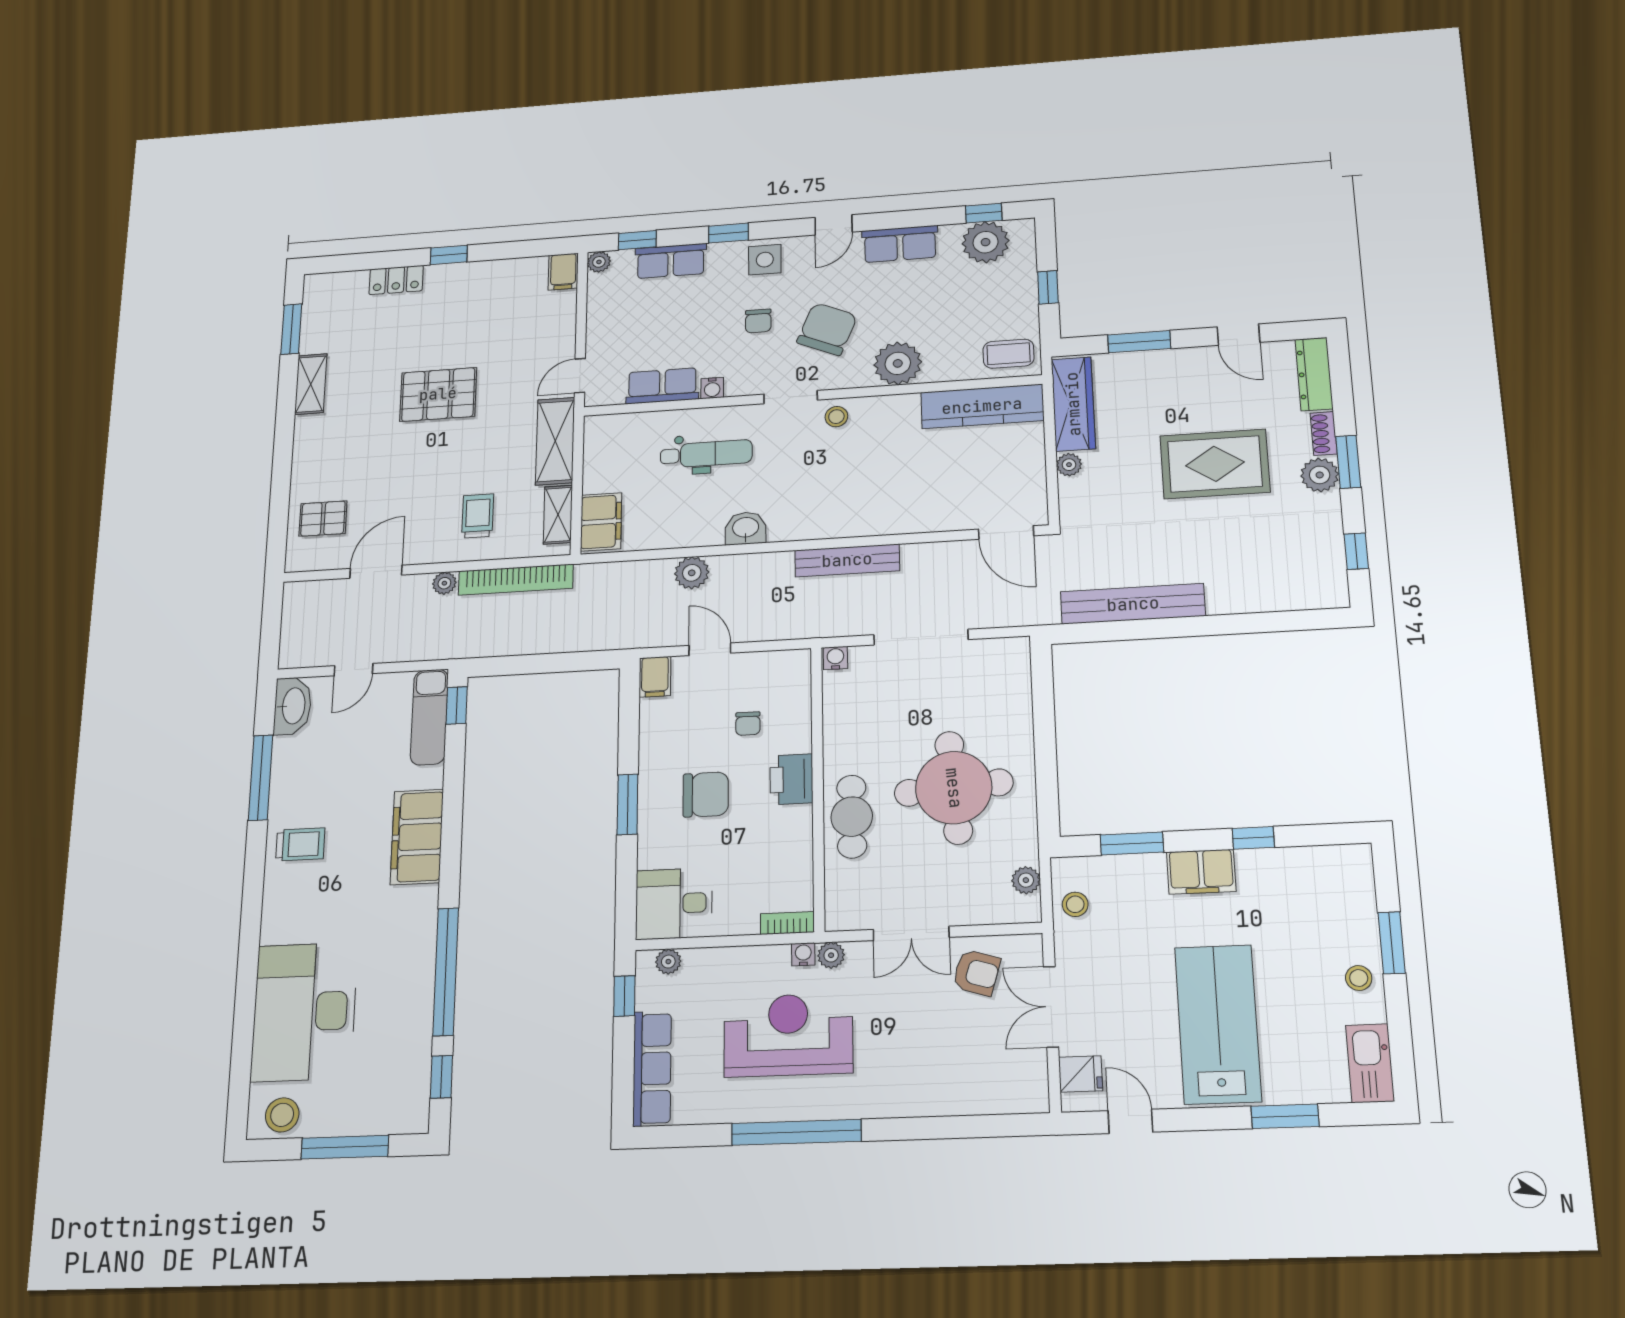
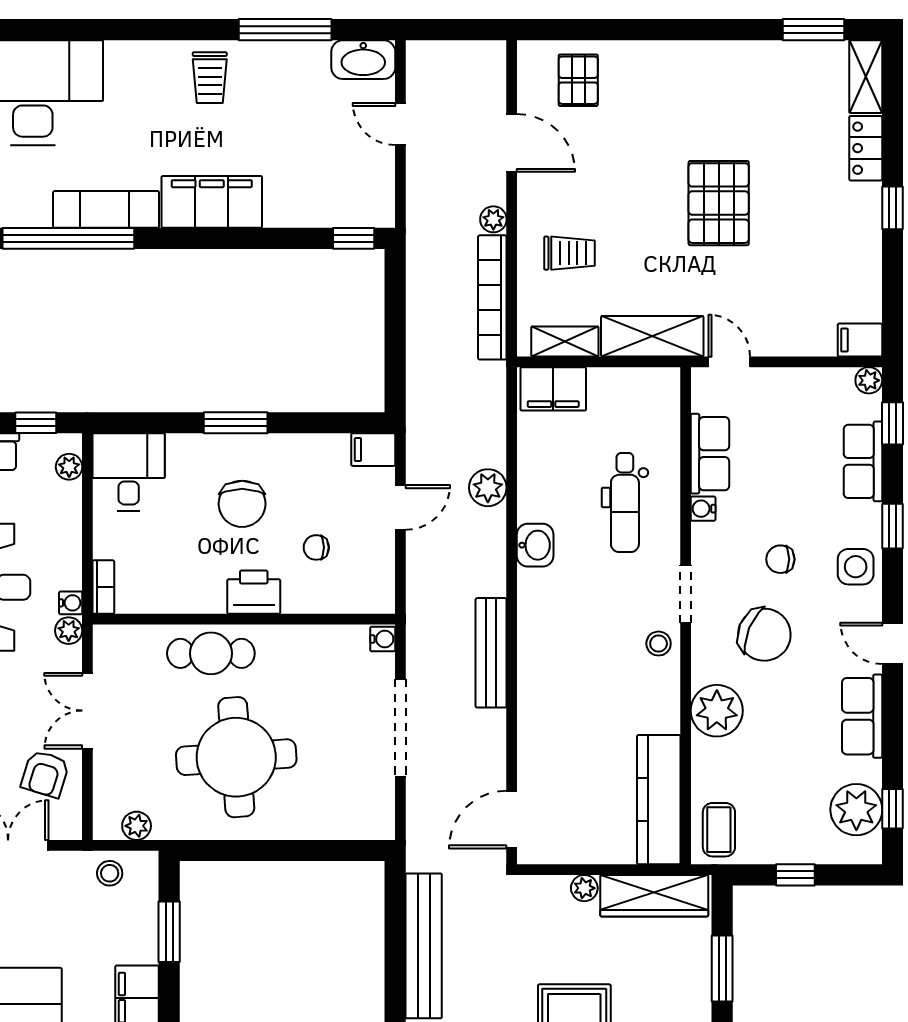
shelving: (311, 384) -> (866, 77), moved, turned 90
exam couch: (429, 717) -> (106, 209), moved

